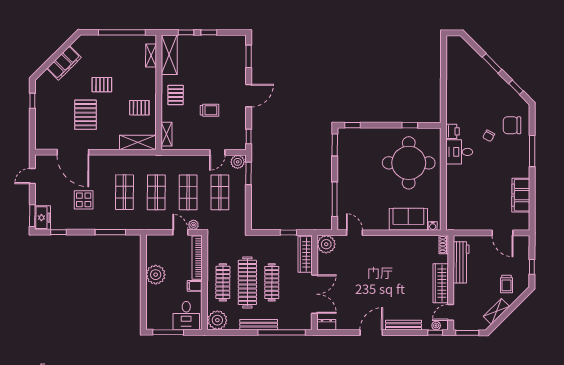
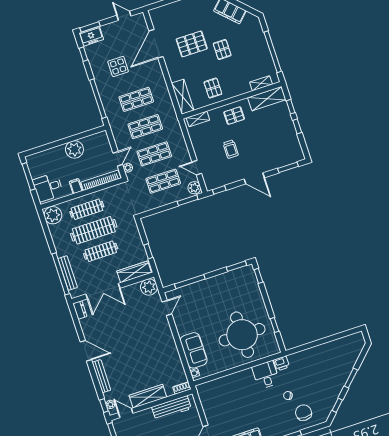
window: (110, 232) -> (98, 99), width x1.46
bench: (259, 325) -> (68, 273), moved

